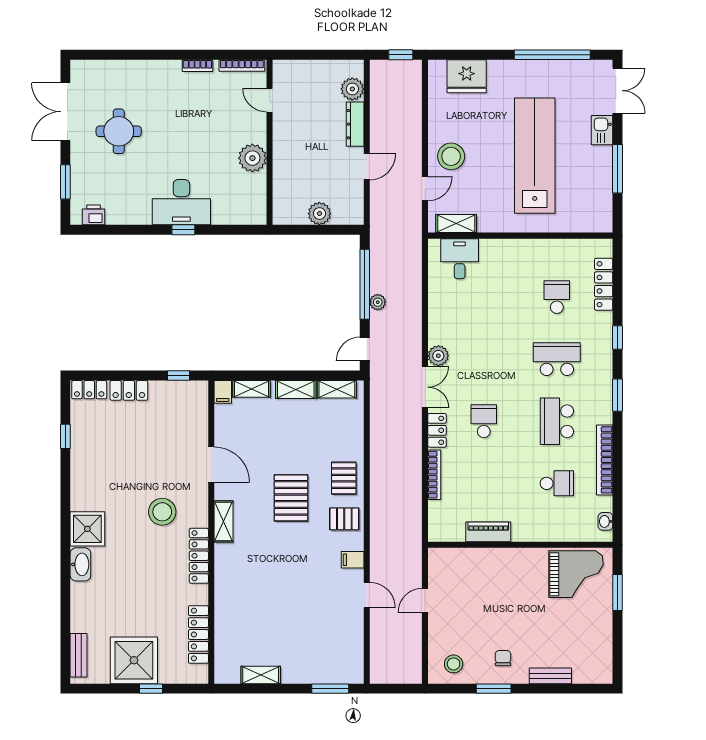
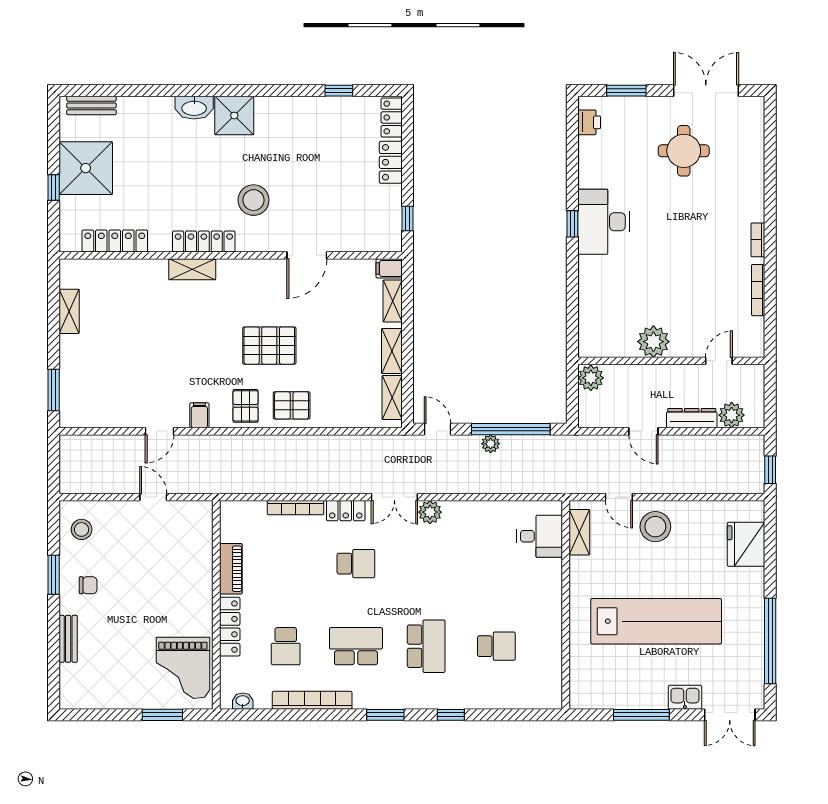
door: (270, 100) -> (719, 361), moved
wall: (270, 142) -> (671, 361), moved
plant: (252, 158) -> (653, 342), moved
locker: (604, 284) -> (230, 627), moved, turned 90
shelving: (223, 521) -> (192, 269), moved

